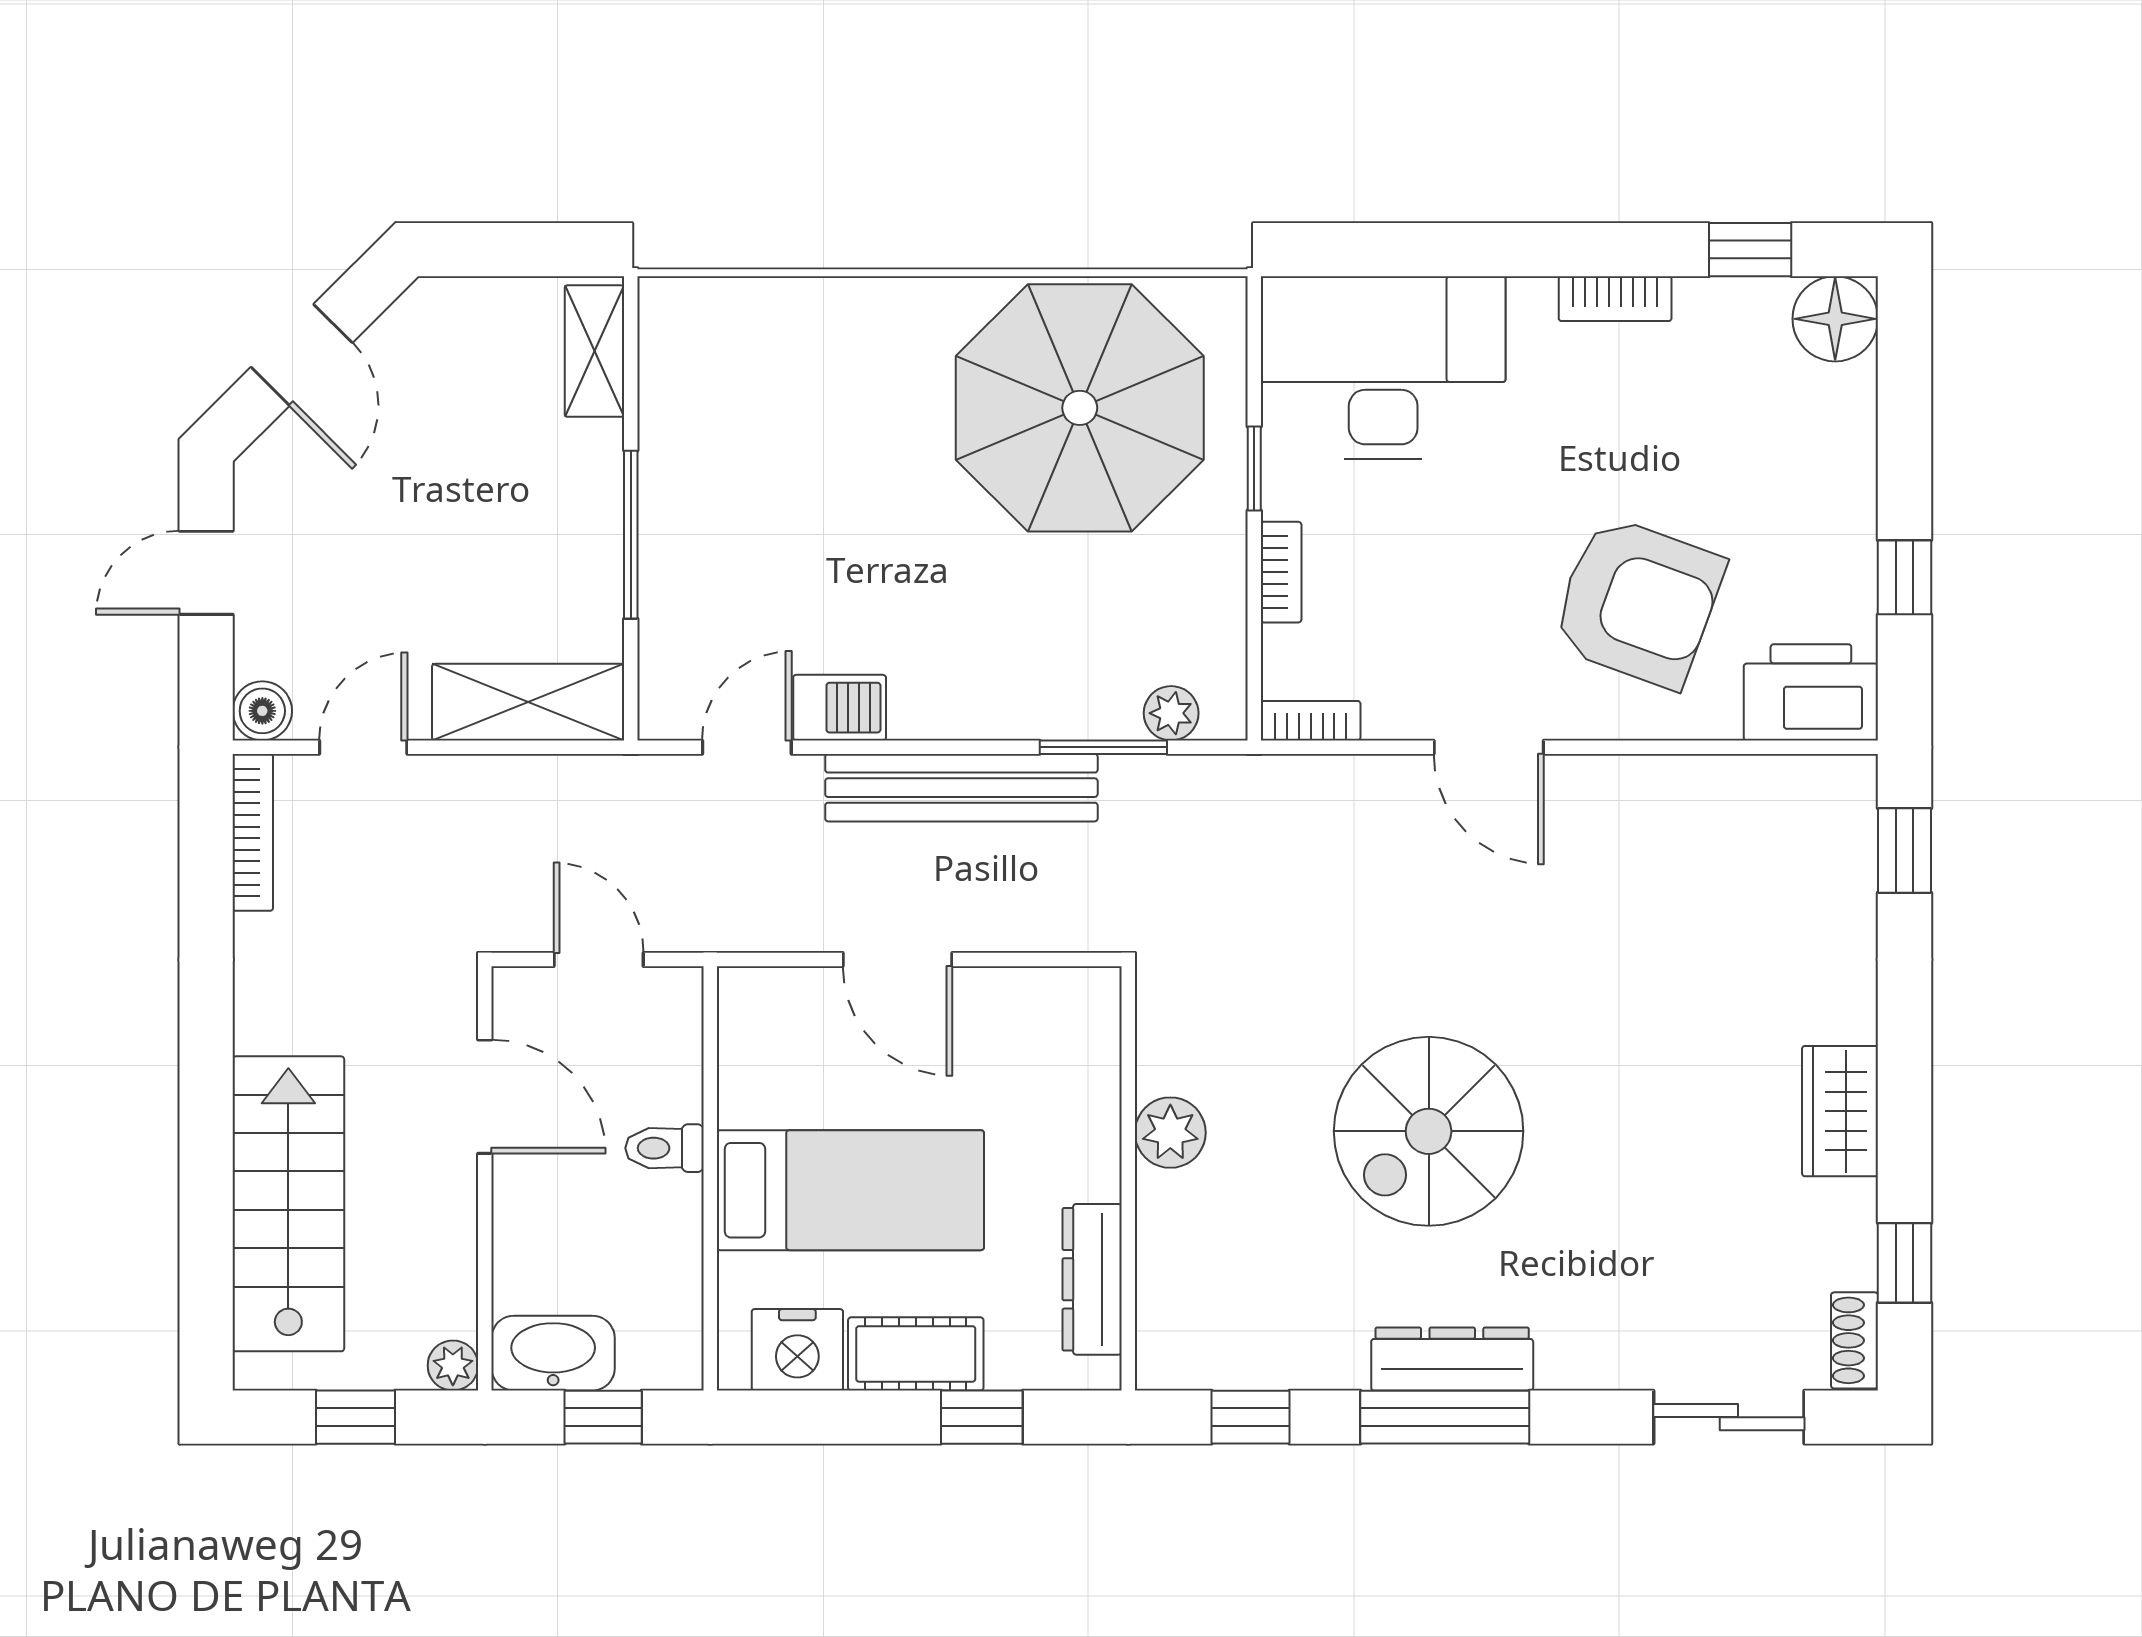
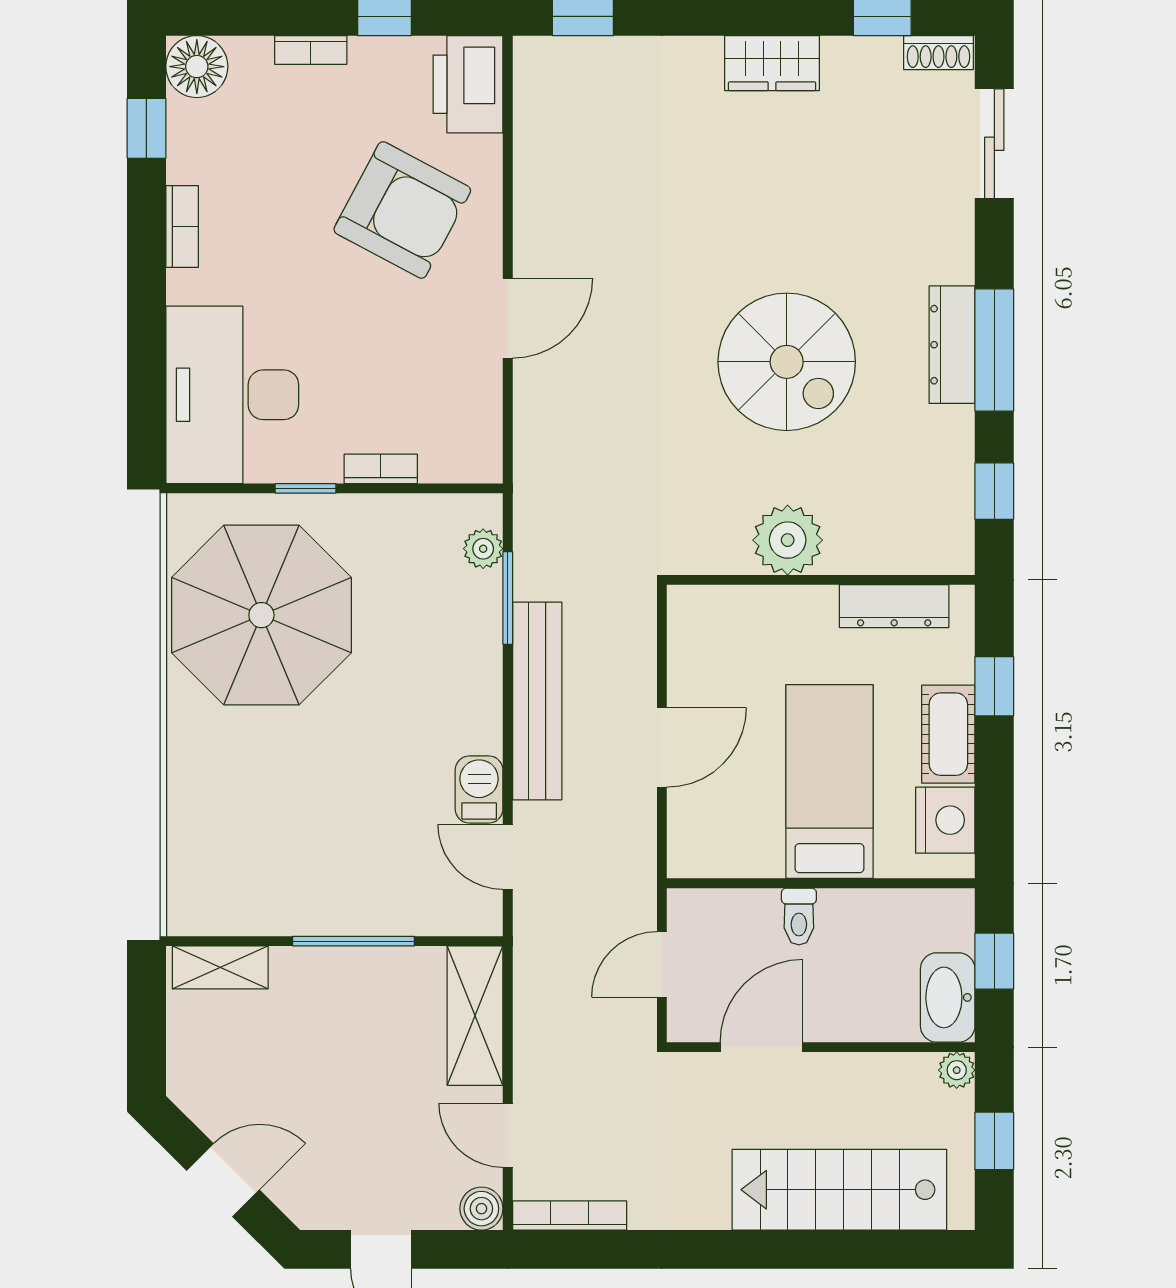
armchair: (1638, 602) -> (402, 210), turned 98
bookcase: (1311, 721) -> (311, 50), moved, turned -90
plant: (1170, 1133) -> (788, 540), width x1.36, depth x1.36

